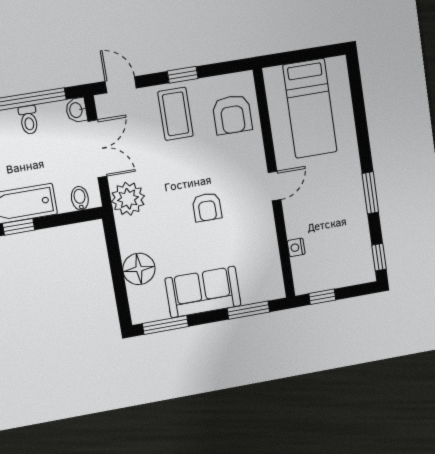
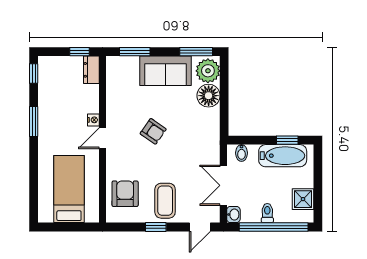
door: (121, 85) -> (200, 227), hinge flipped
plant: (128, 199) -> (208, 71), moved
armchair: (207, 207) -> (153, 131), turned 125
nightstand: (296, 247) -> (93, 120), moved
dresser: (303, 276) -> (91, 70), added

